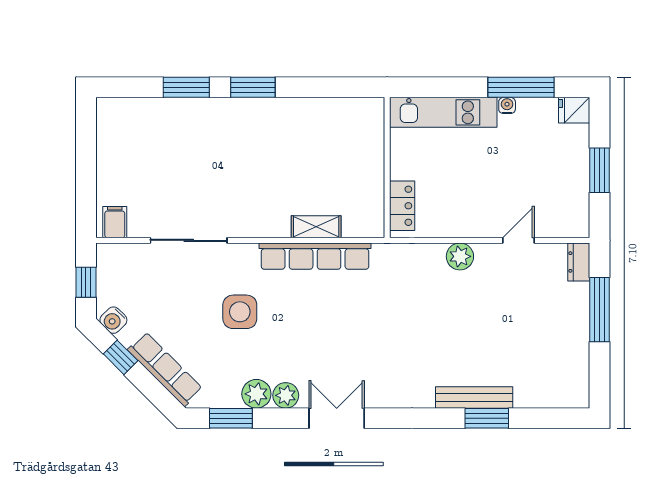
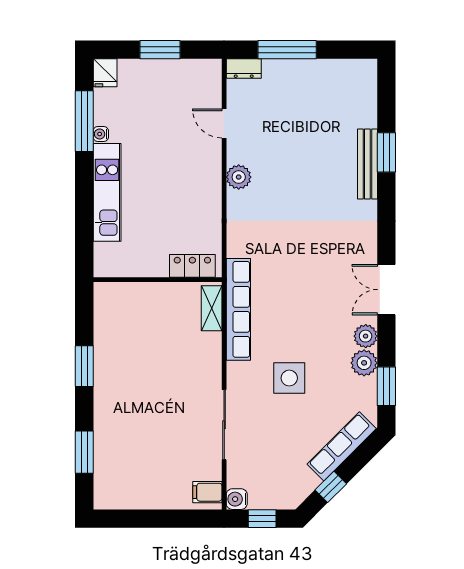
window: (186, 87) -> (84, 452), moved
wall: (387, 168) -> (158, 280), moved
locker: (402, 206) -> (192, 266), moved
water cooler: (113, 320) -> (237, 499), moved, turned 135

